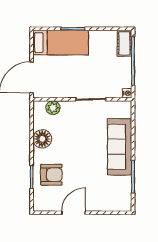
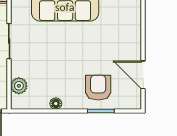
floor lamp: (42, 139) -> (56, 104), width x0.53, depth x0.53
door: (74, 213) -> (143, 75), moved

